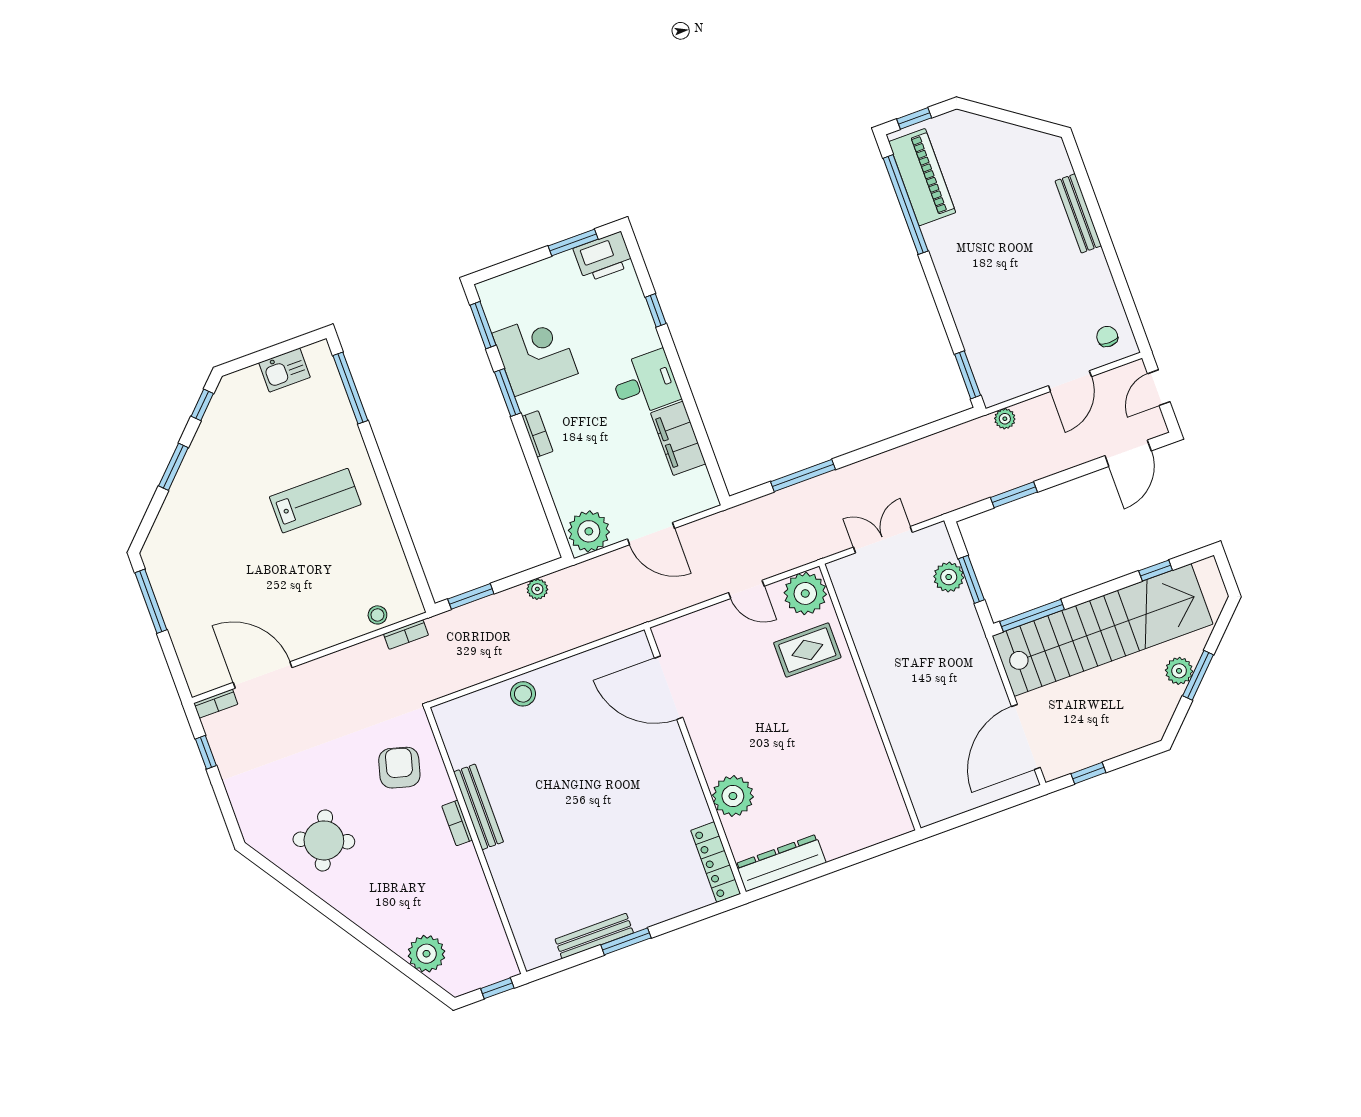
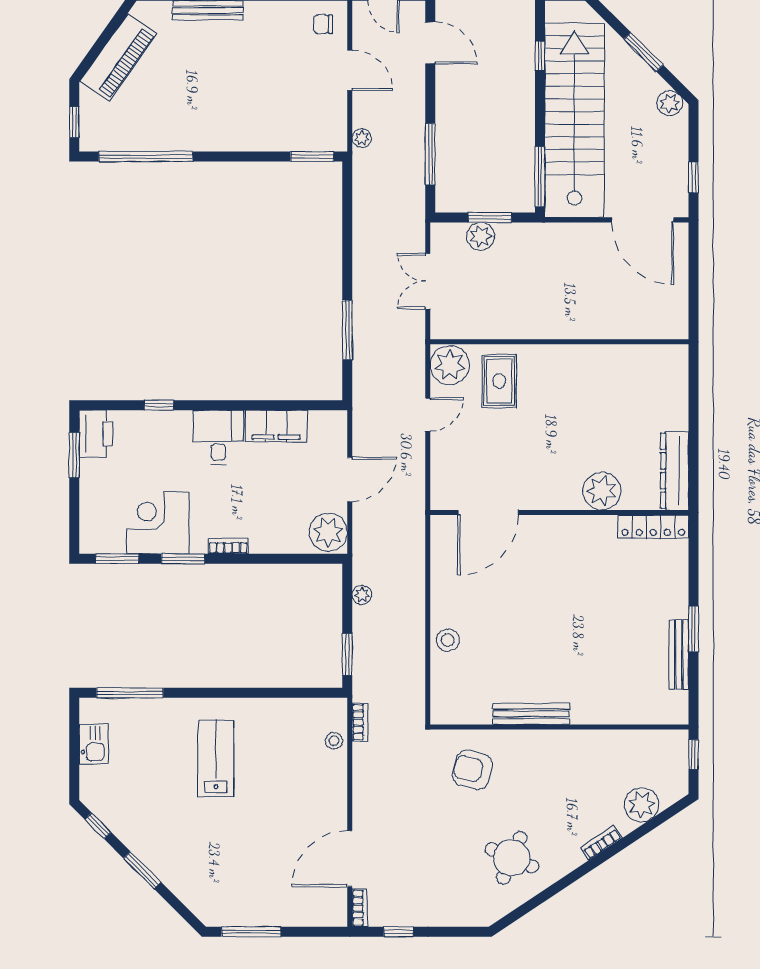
piano: (922, 177) -> (119, 57), moved, turned 125
window: (1014, 495) -> (430, 154), width x1.44
plant: (1179, 671) -> (670, 103), moved
bookcase: (457, 823) -> (601, 843), moved, turned 146

